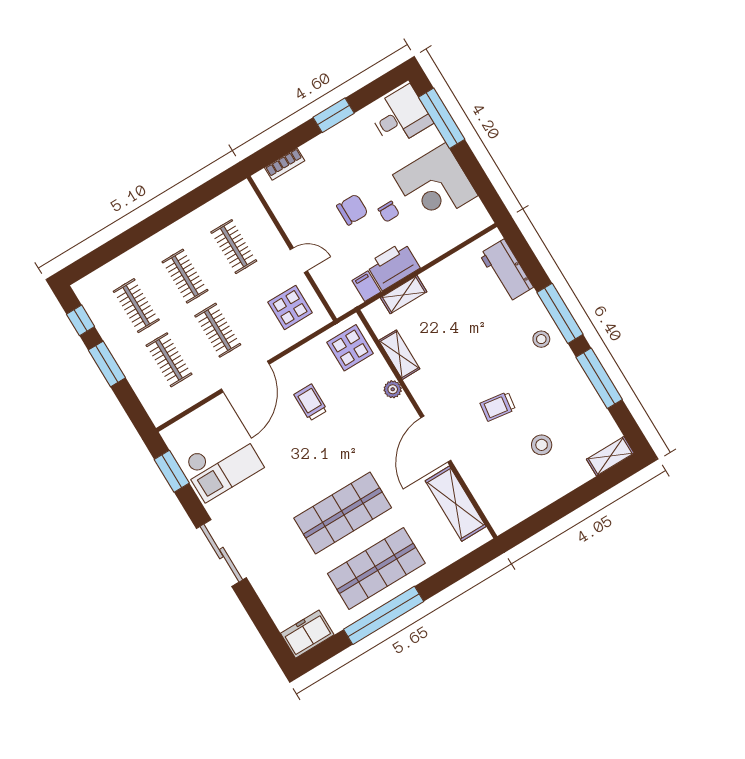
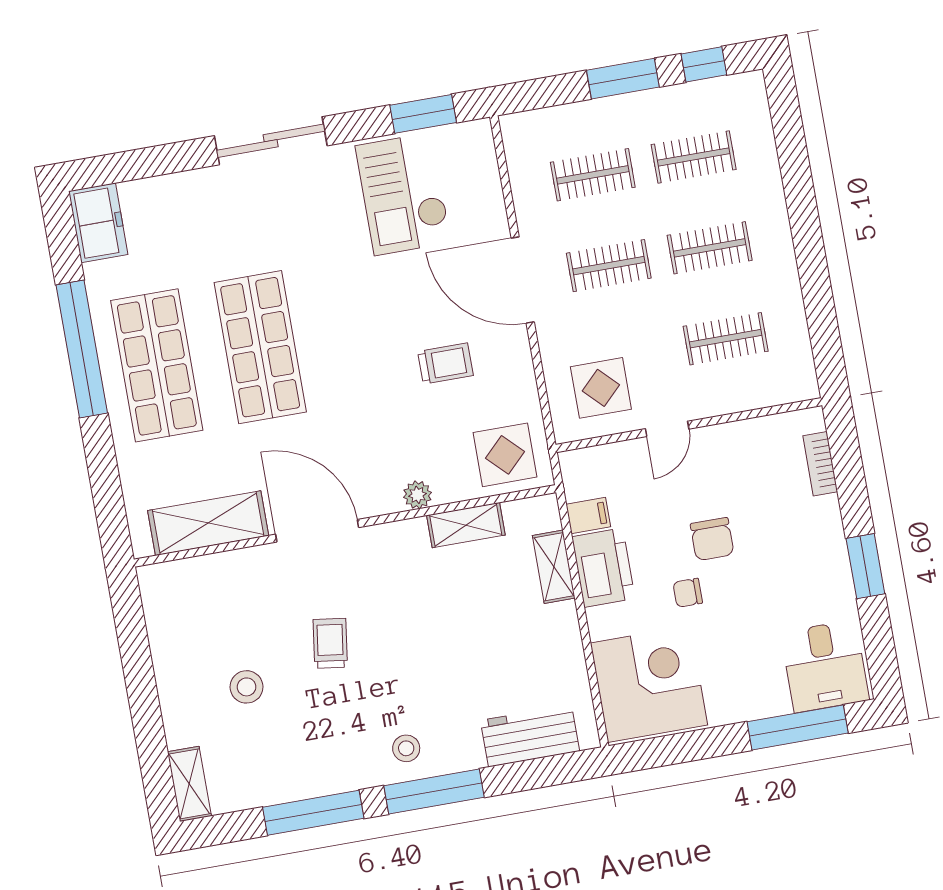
corner desk: (435, 185) -> (649, 684), moved, turned 90

